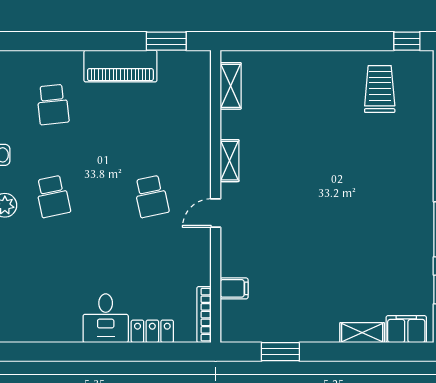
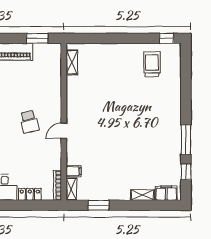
shelving: (230, 161) -> (71, 189), moved

